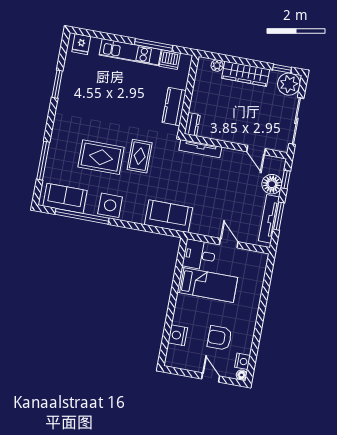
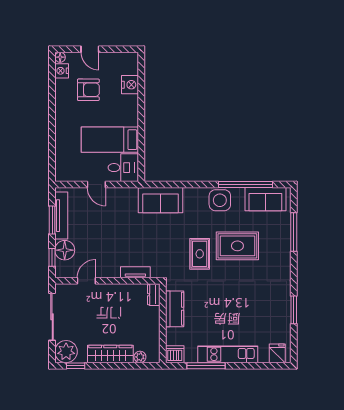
dishwasher: (170, 60) -> (175, 354), moved
tv unit: (200, 149) -> (135, 272), width x0.71
door: (256, 150) -> (86, 281), hinge flipped

